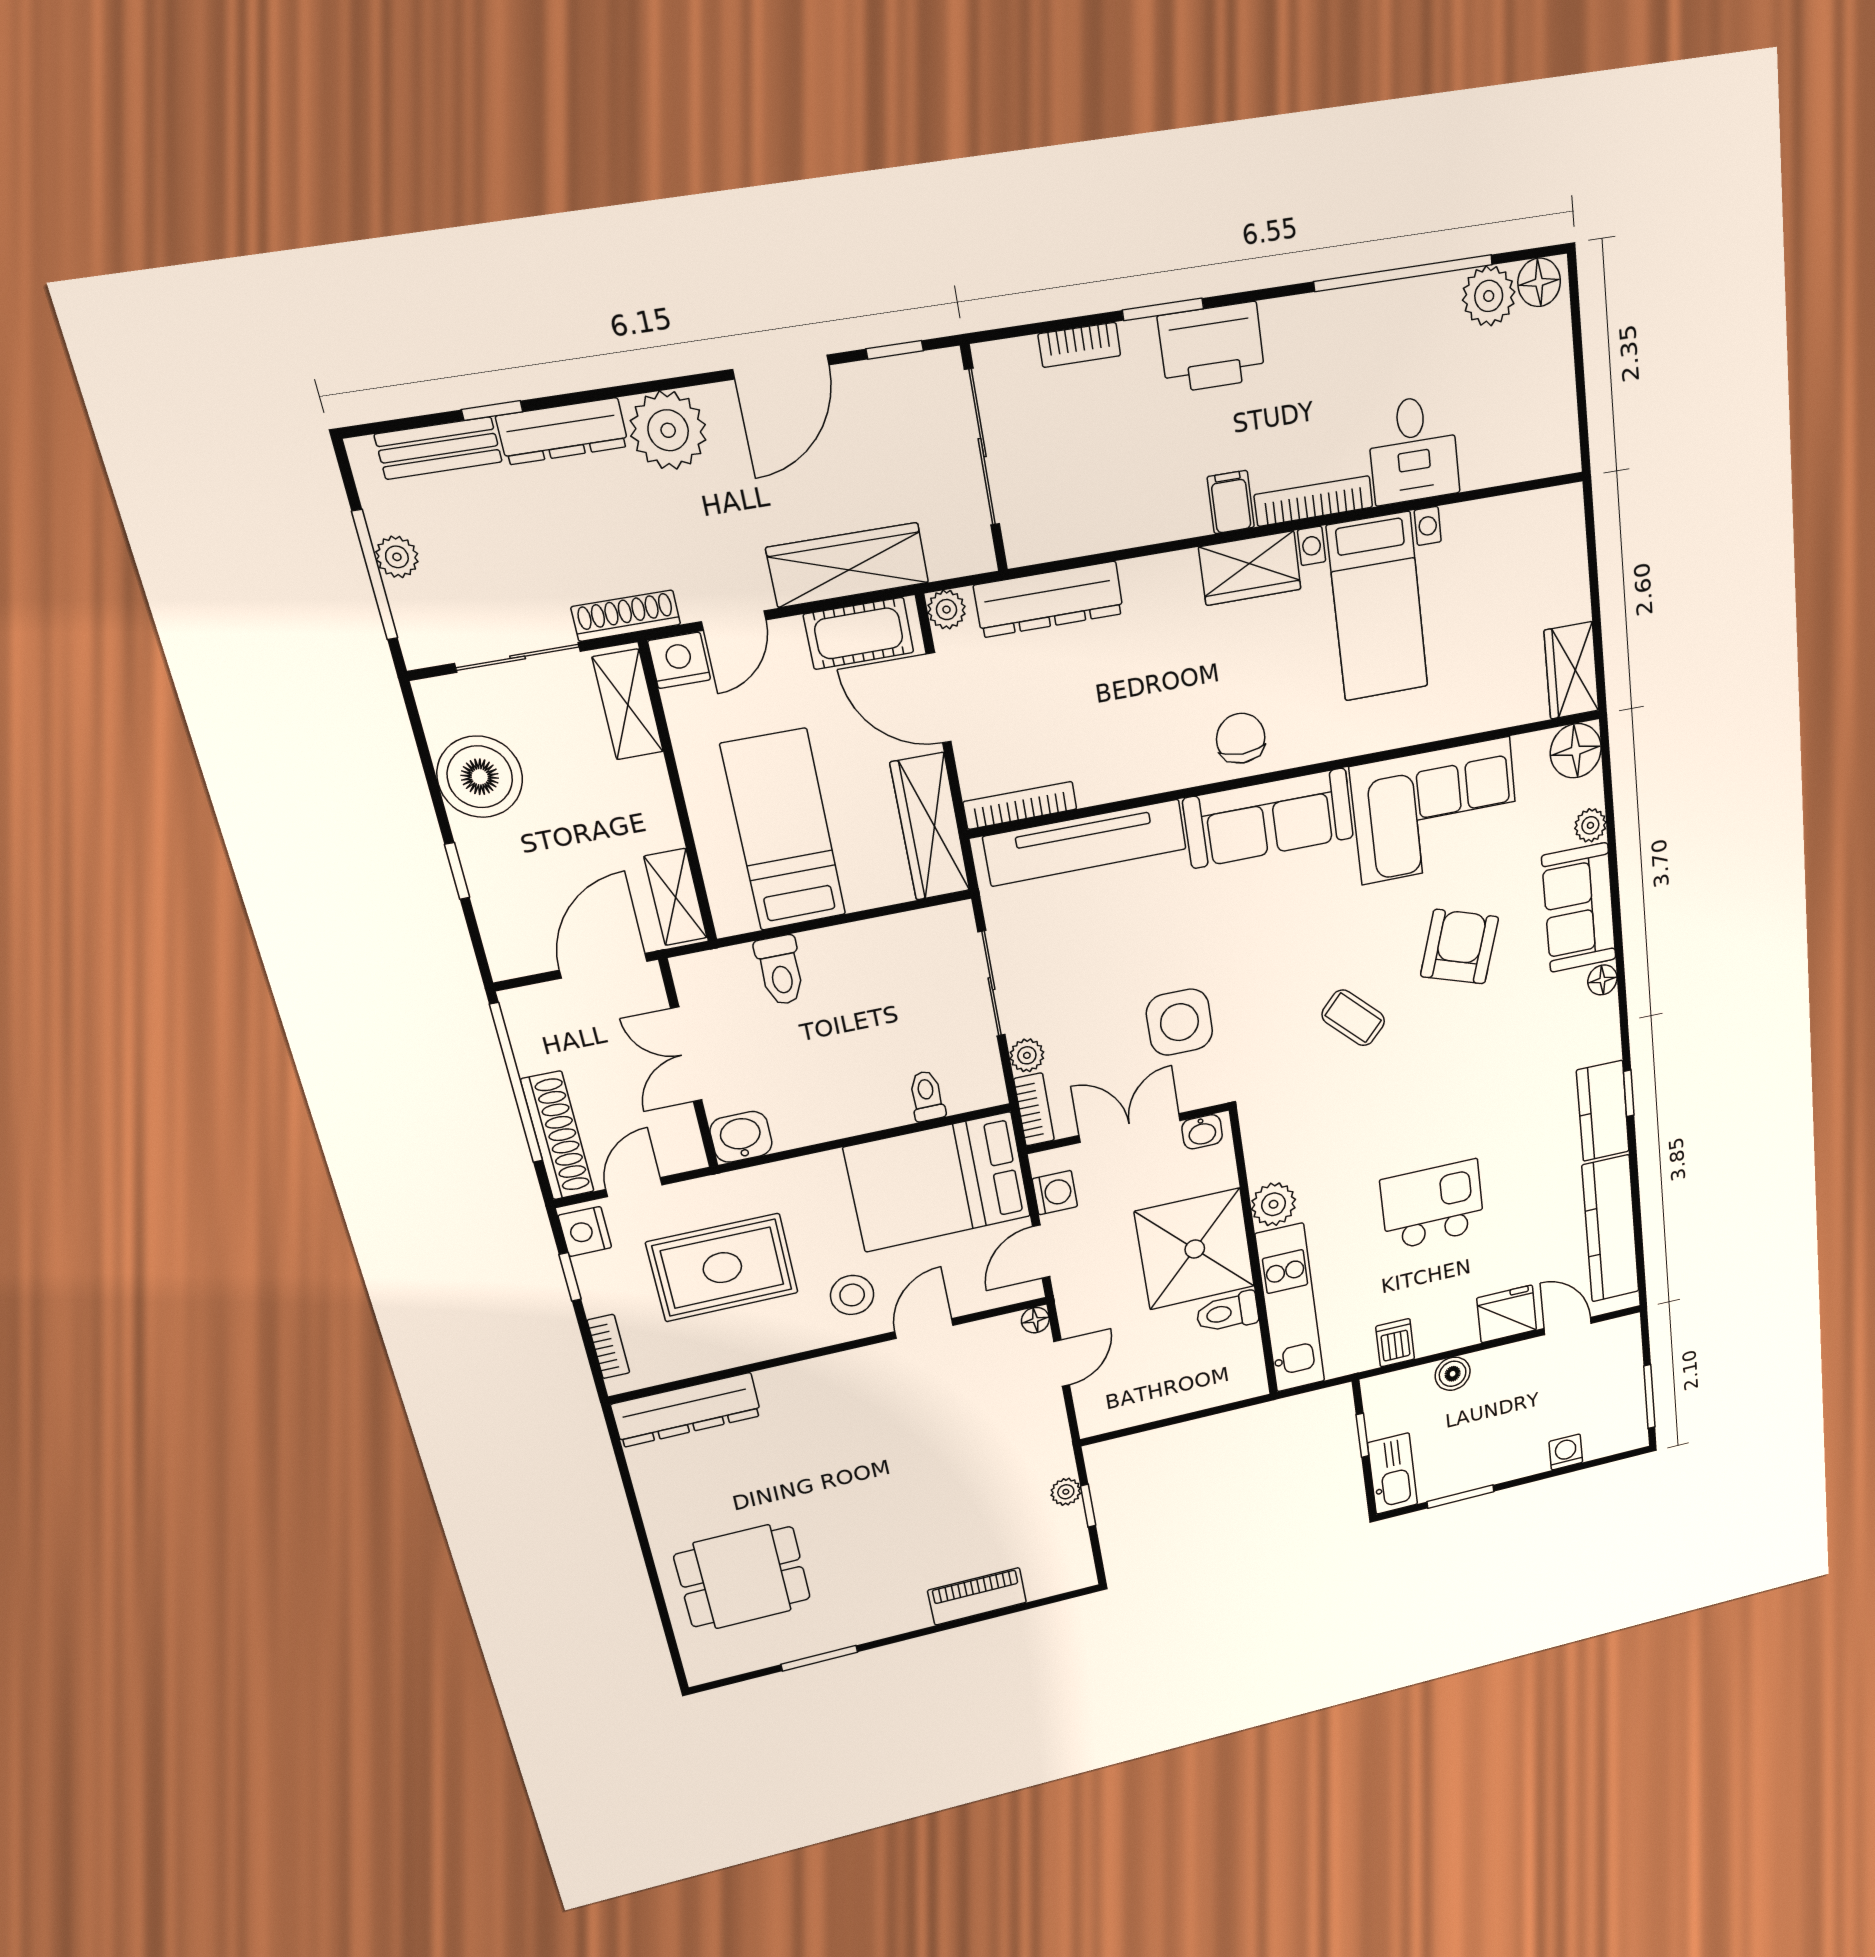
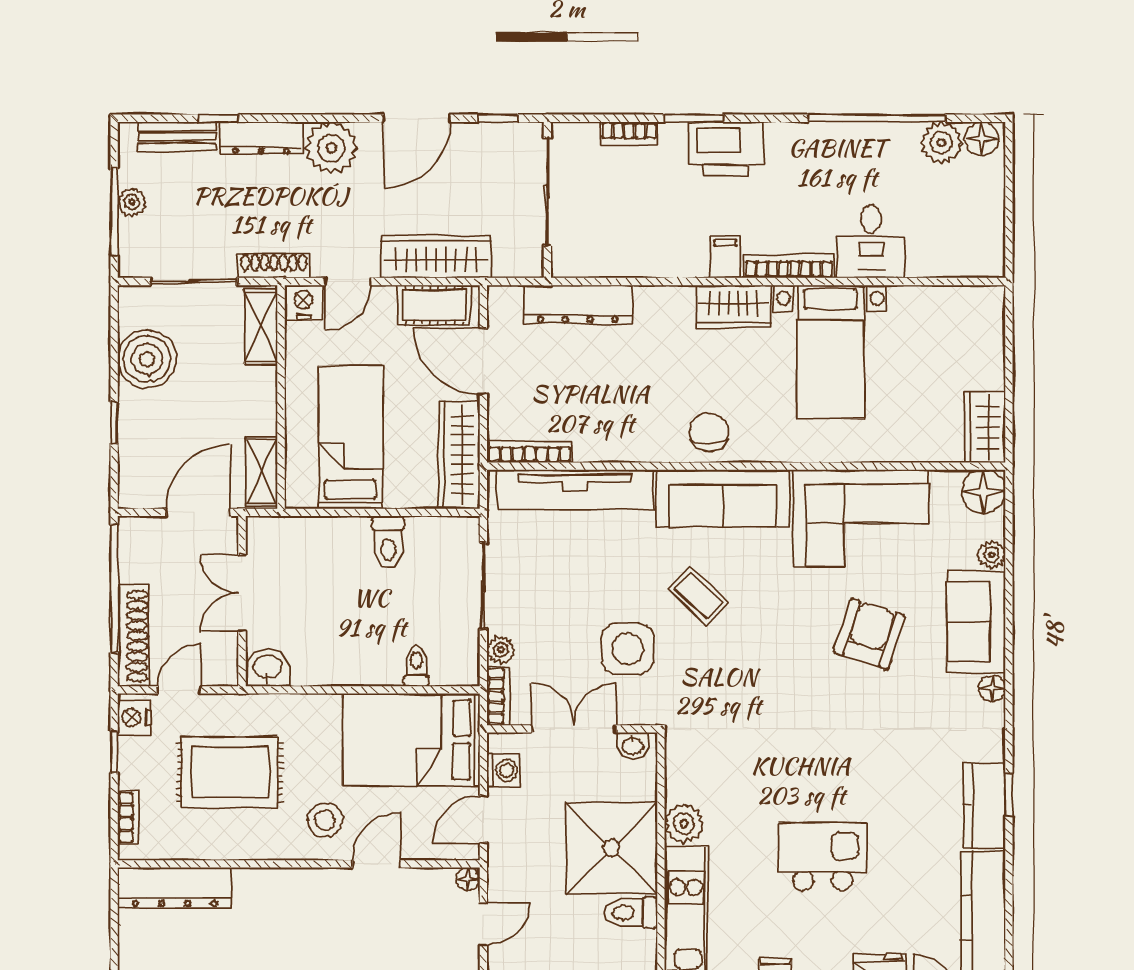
plant: (947, 610) -> (501, 299), removed
toilet: (780, 970) -> (388, 542), moved
coffee table: (1353, 1018) -> (698, 596), moved

